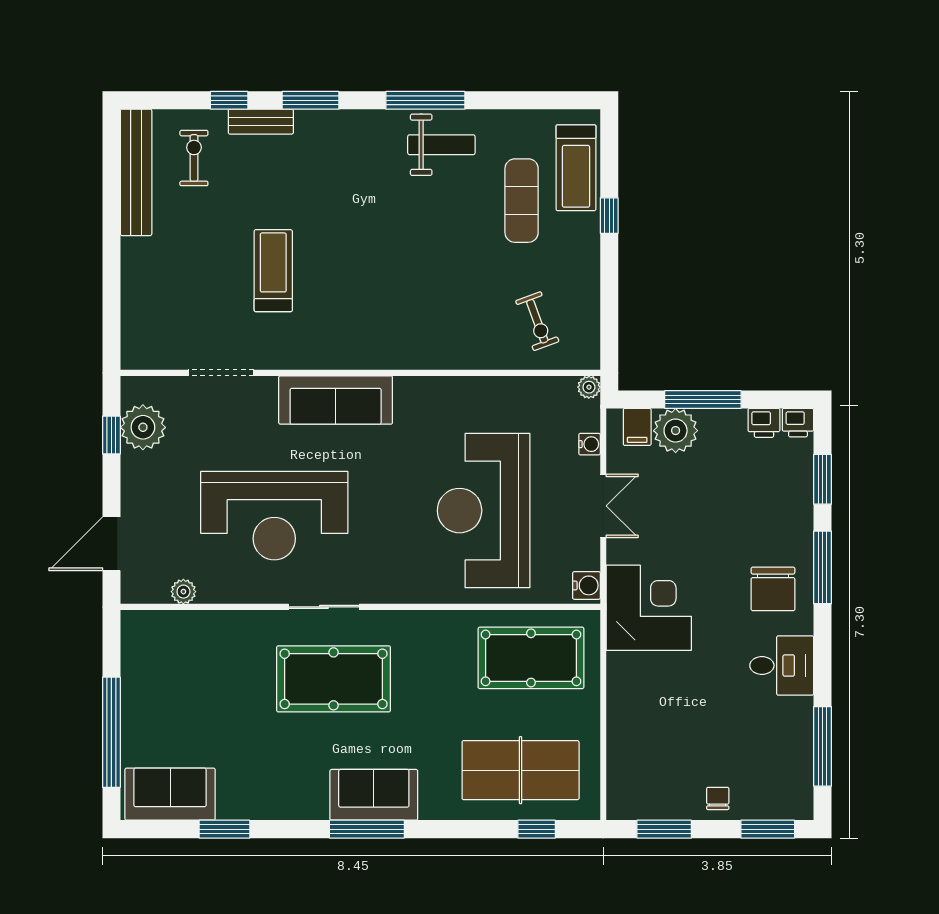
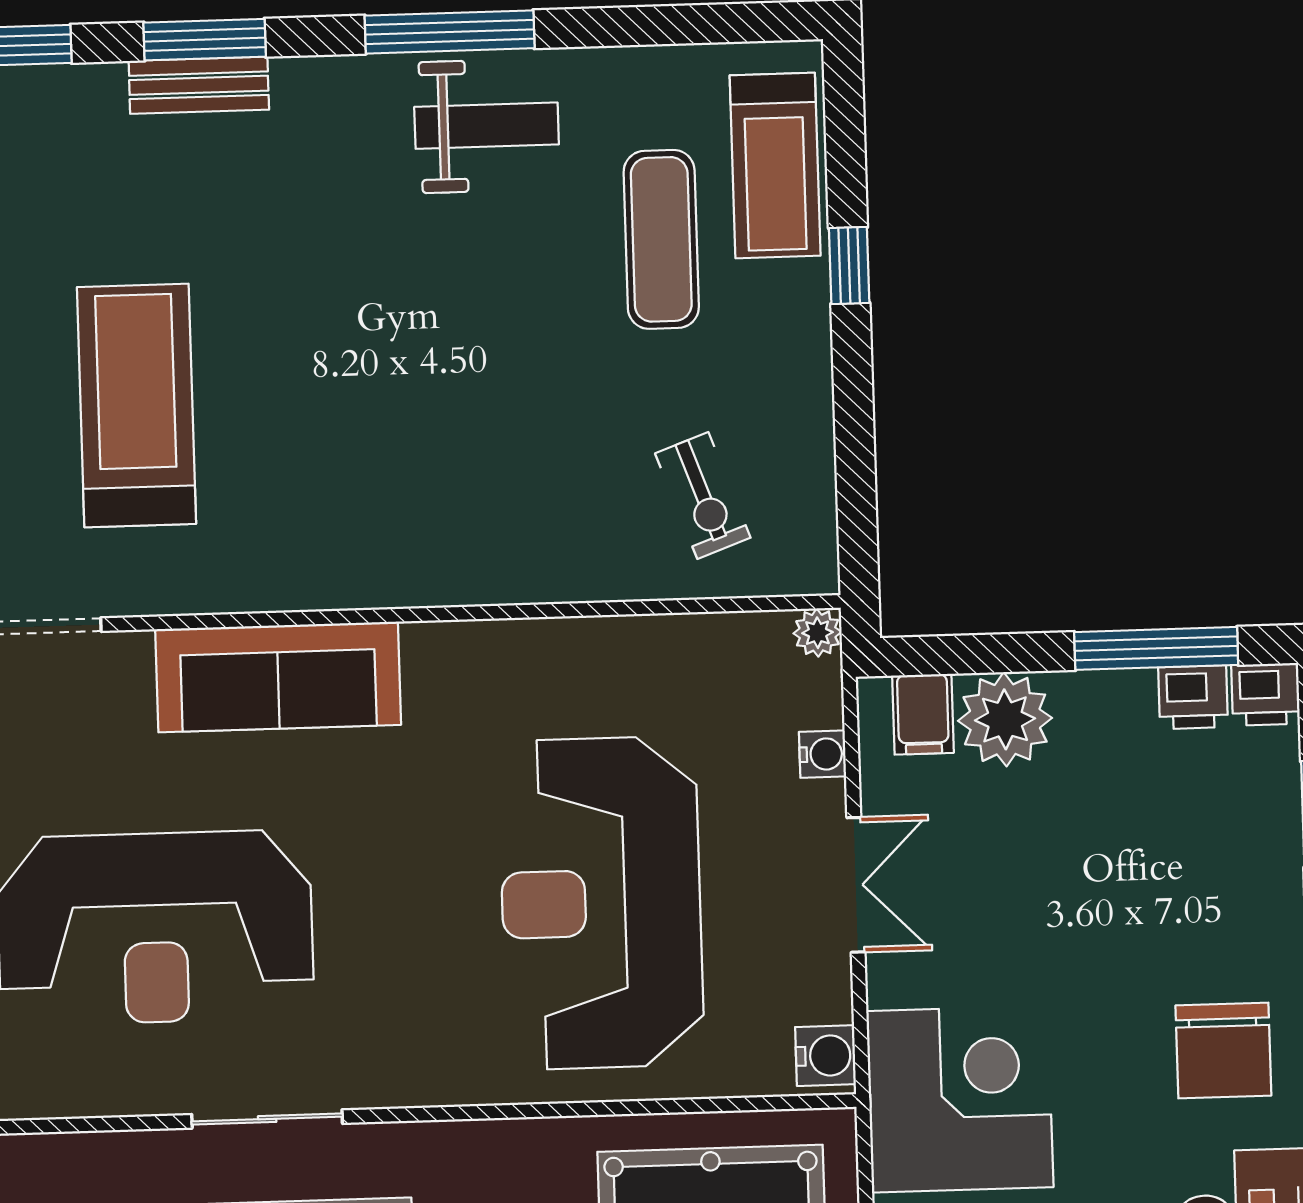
bench: (261, 122) -> (199, 85), moved
treadmill: (273, 271) -> (136, 405), width x1.37, depth x1.38
window: (703, 400) -> (1156, 648), moved

